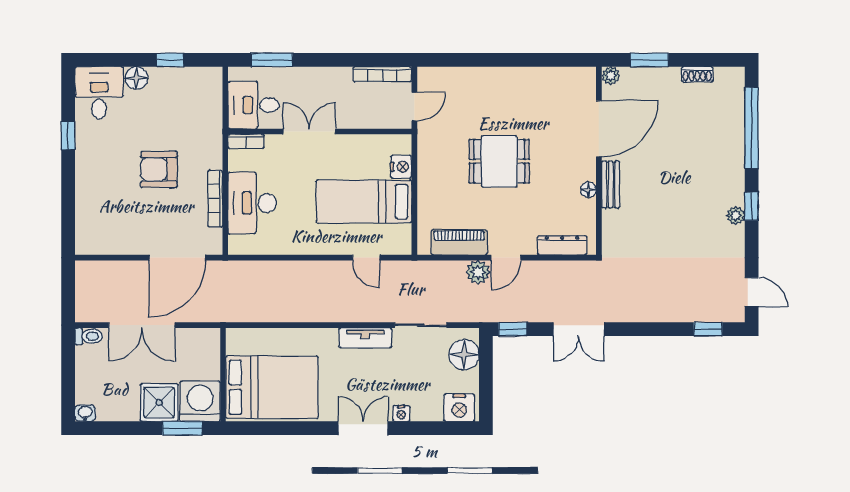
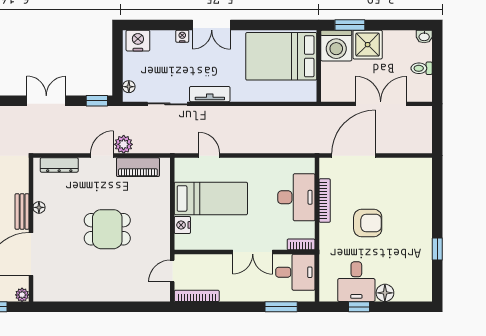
desk: (99, 93) -> (356, 282), moved
toilet: (88, 336) -> (422, 68), moved
floor lamp: (464, 355) -> (129, 87), width x0.53, depth x0.53

